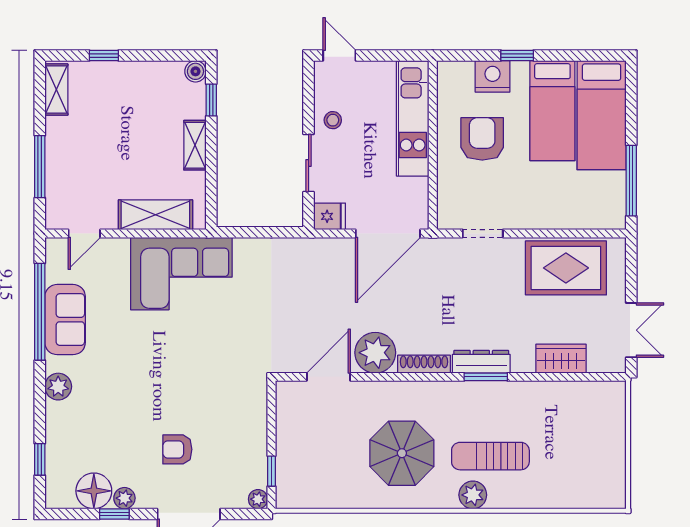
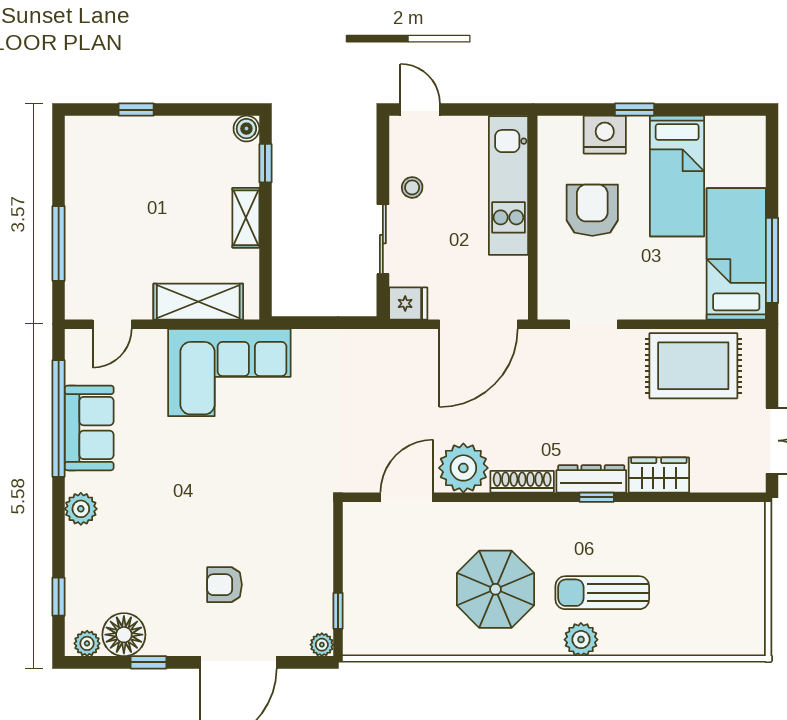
shelving: (56, 90) -> (79, 151), removed
bed: (602, 115) -> (736, 254), moved, turned 180
wardrobe: (561, 359) -> (659, 475), moved
window: (486, 377) -> (597, 497), width x0.67
plant: (124, 498) -> (87, 643), moved

